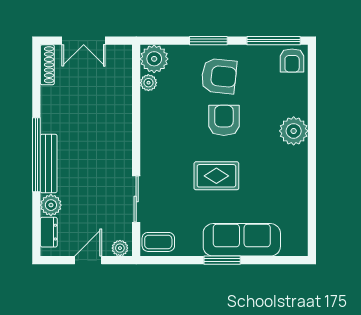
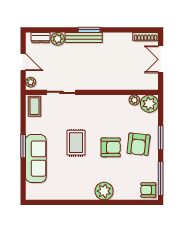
window: (36, 155) -> (89, 30), width x0.47

